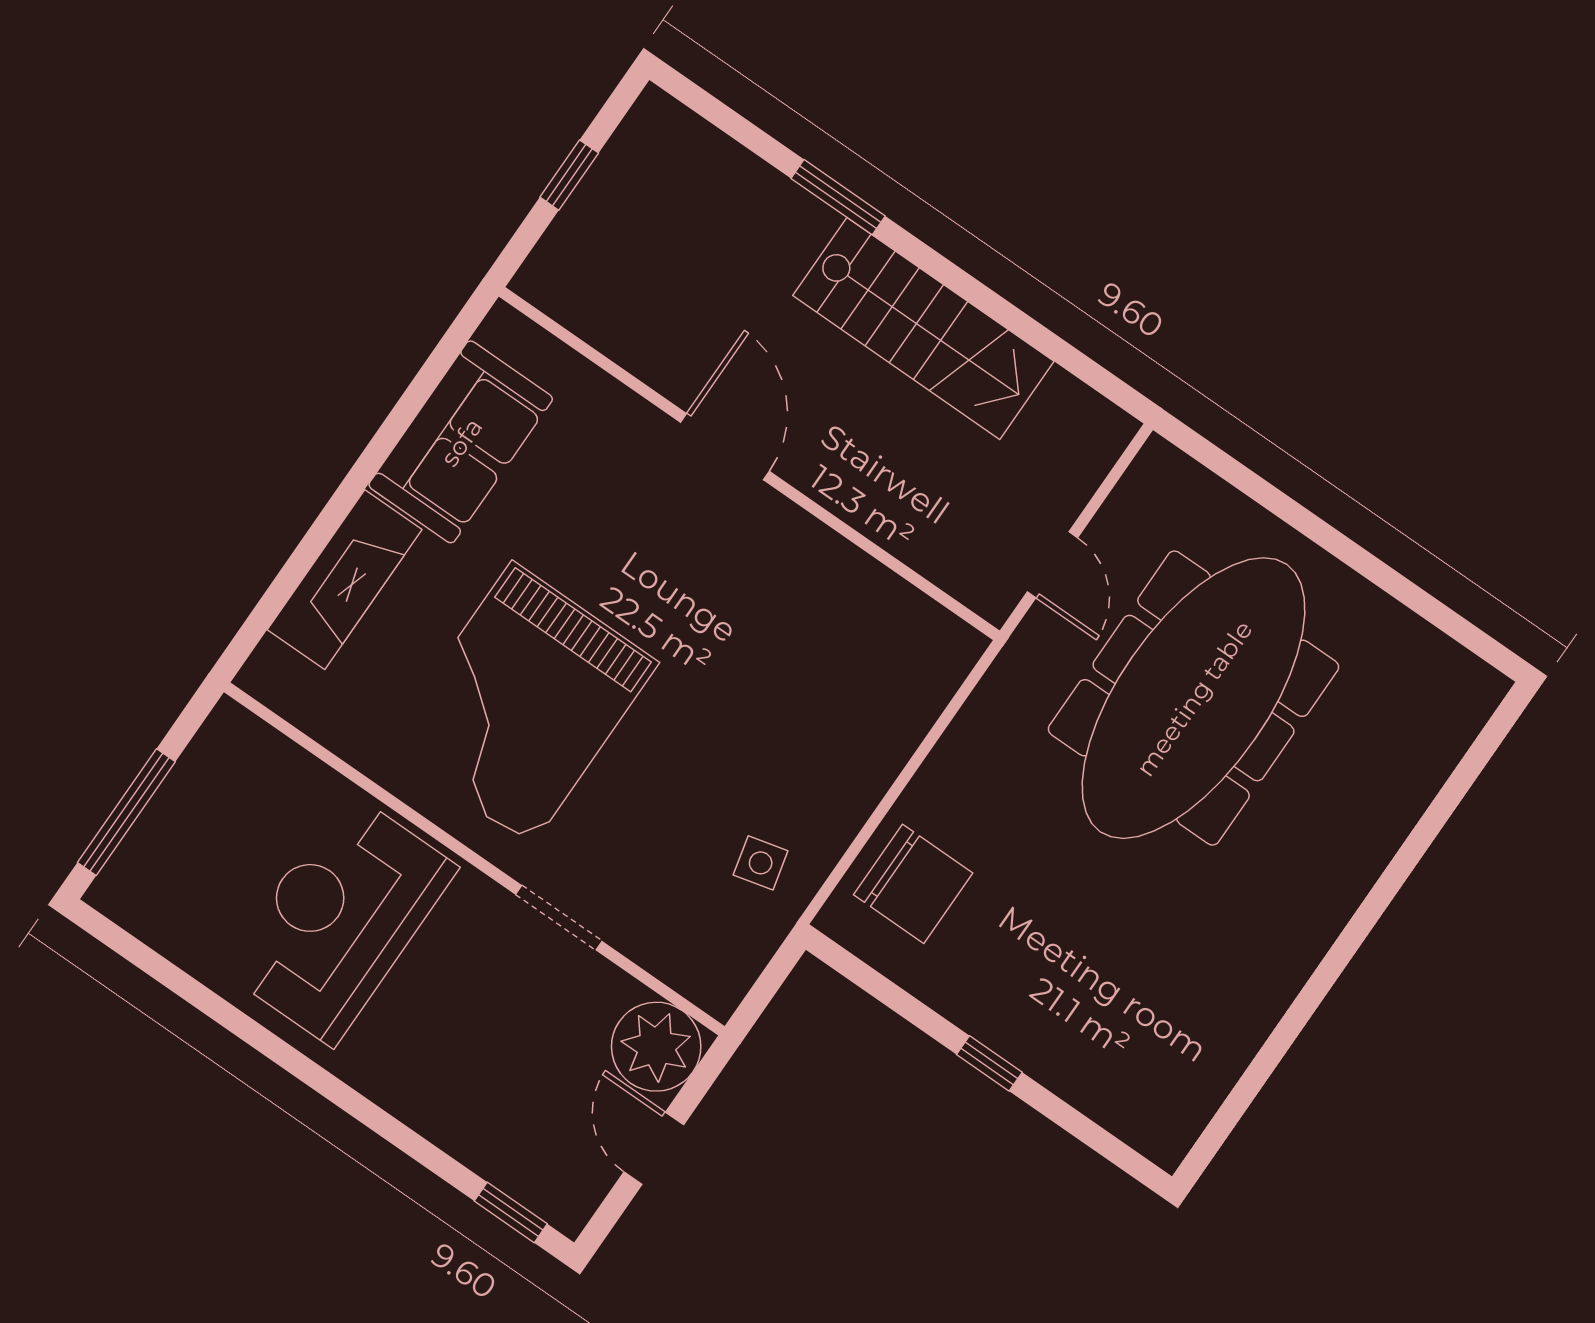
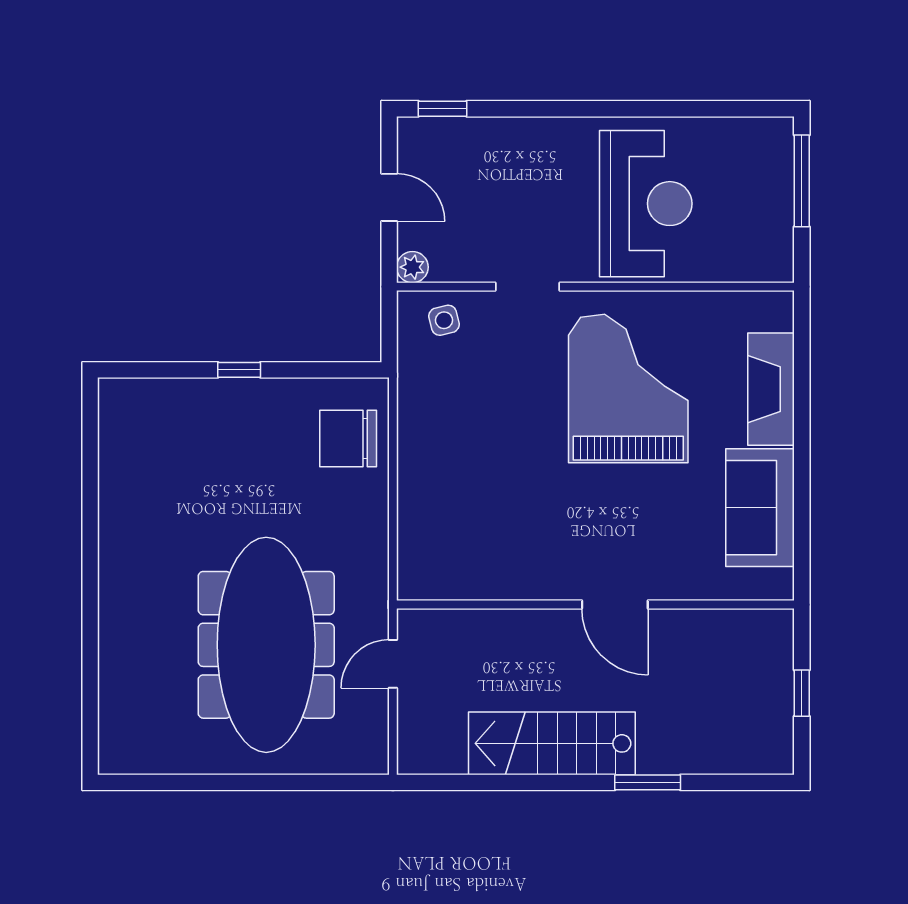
door: (1052, 565) -> (393, 664), hinge flipped
side table: (761, 863) -> (444, 320), moved
plant: (656, 1047) -> (412, 267), width x0.53, depth x0.53

